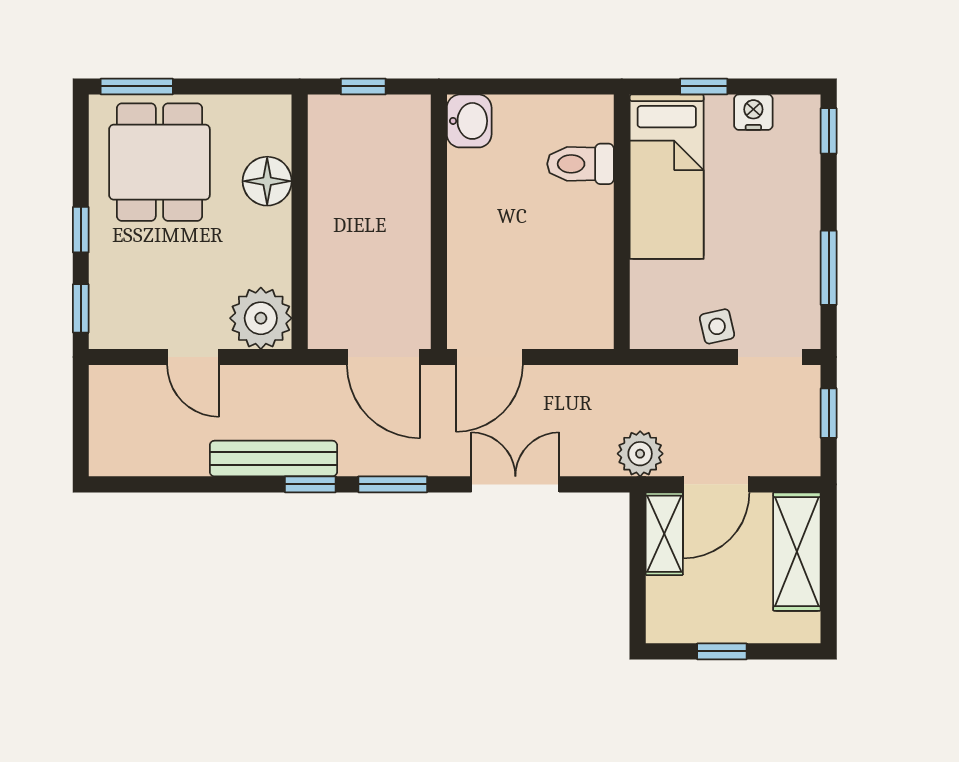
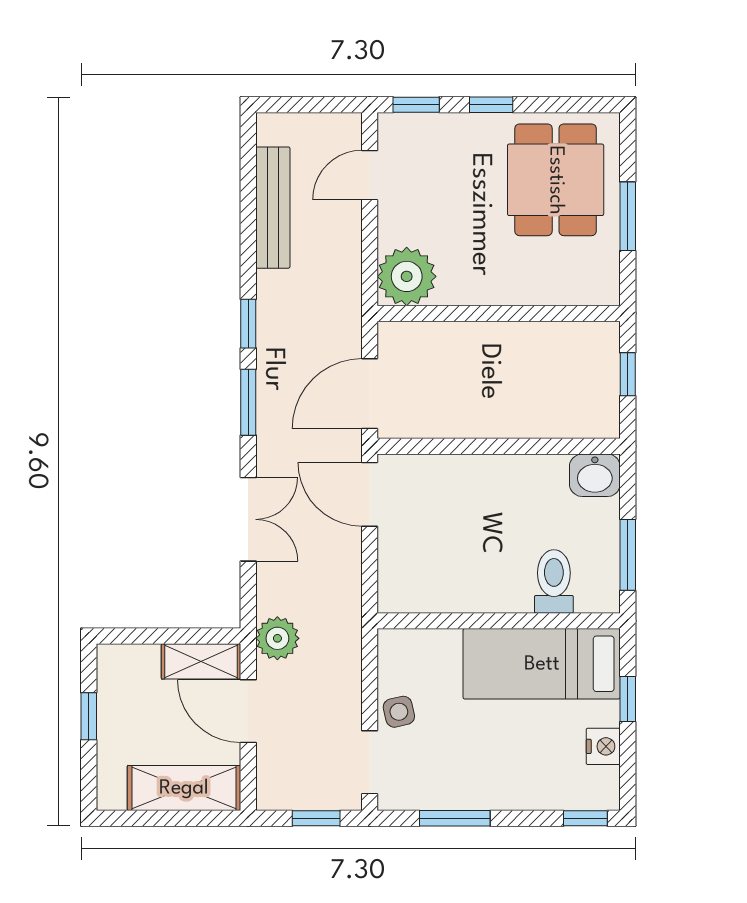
window: (137, 86) -> (628, 216), moved
window: (553, 86) -> (628, 555), added
dining table: (159, 162) -> (556, 180), turned 90
floor lamp: (267, 181) -> (537, 283), removed
door: (193, 357) -> (370, 175), moved
bench: (273, 459) -> (273, 208), moved

